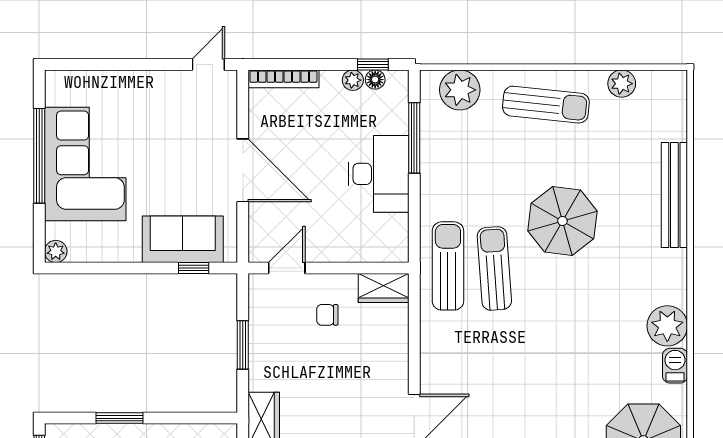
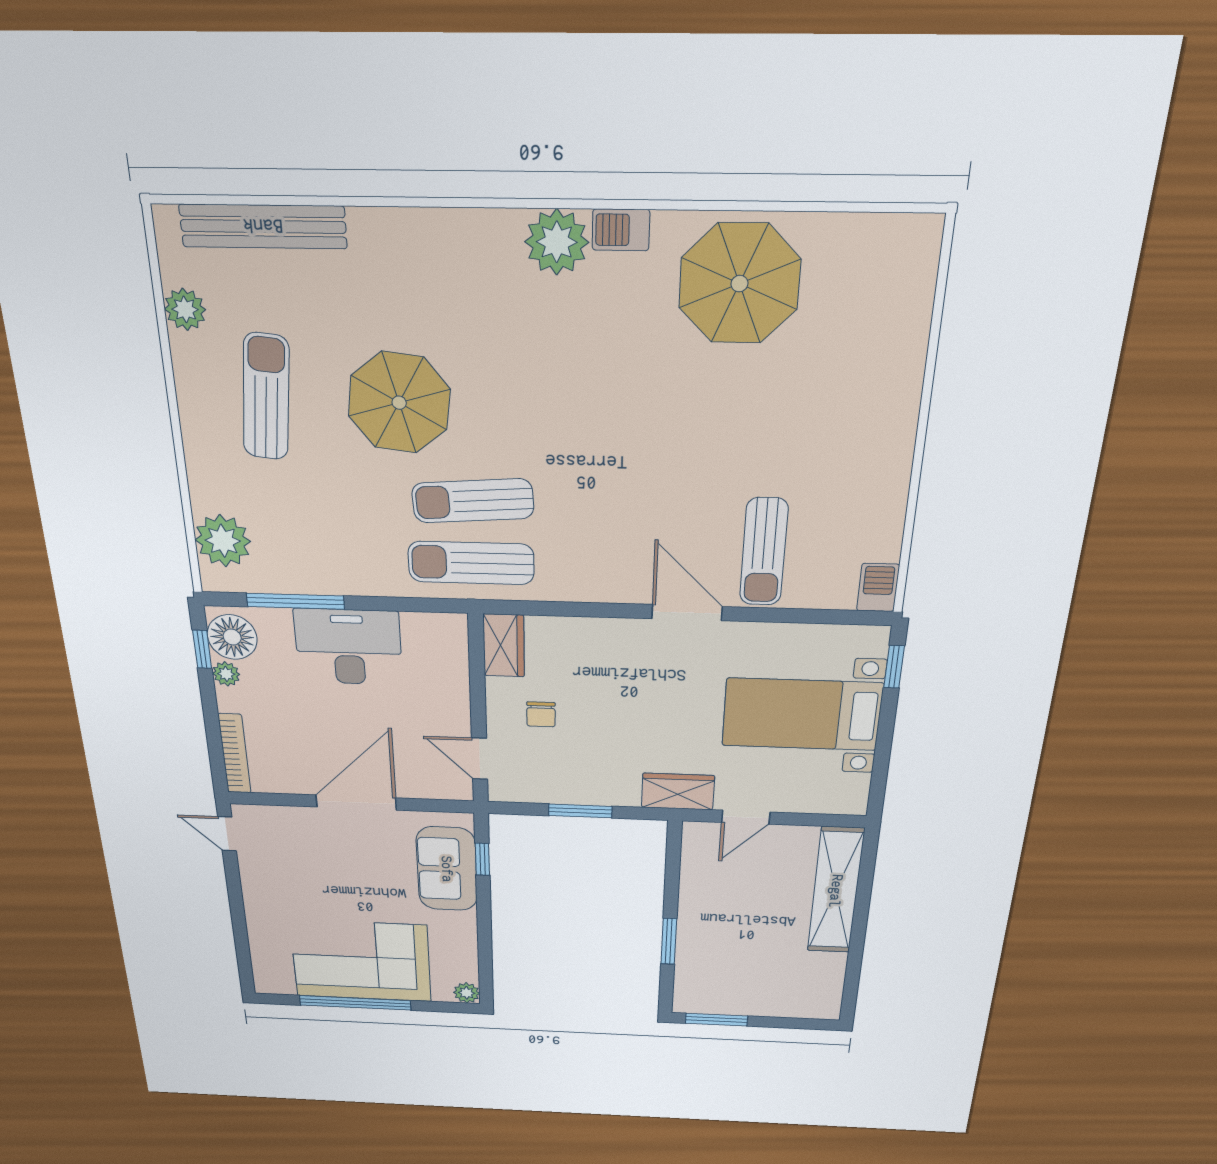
floor lamp: (375, 80) -> (232, 637), width x1.89, depth x1.89
sun lounger: (546, 105) -> (266, 397), moved
bench: (674, 195) -> (263, 226), moved

